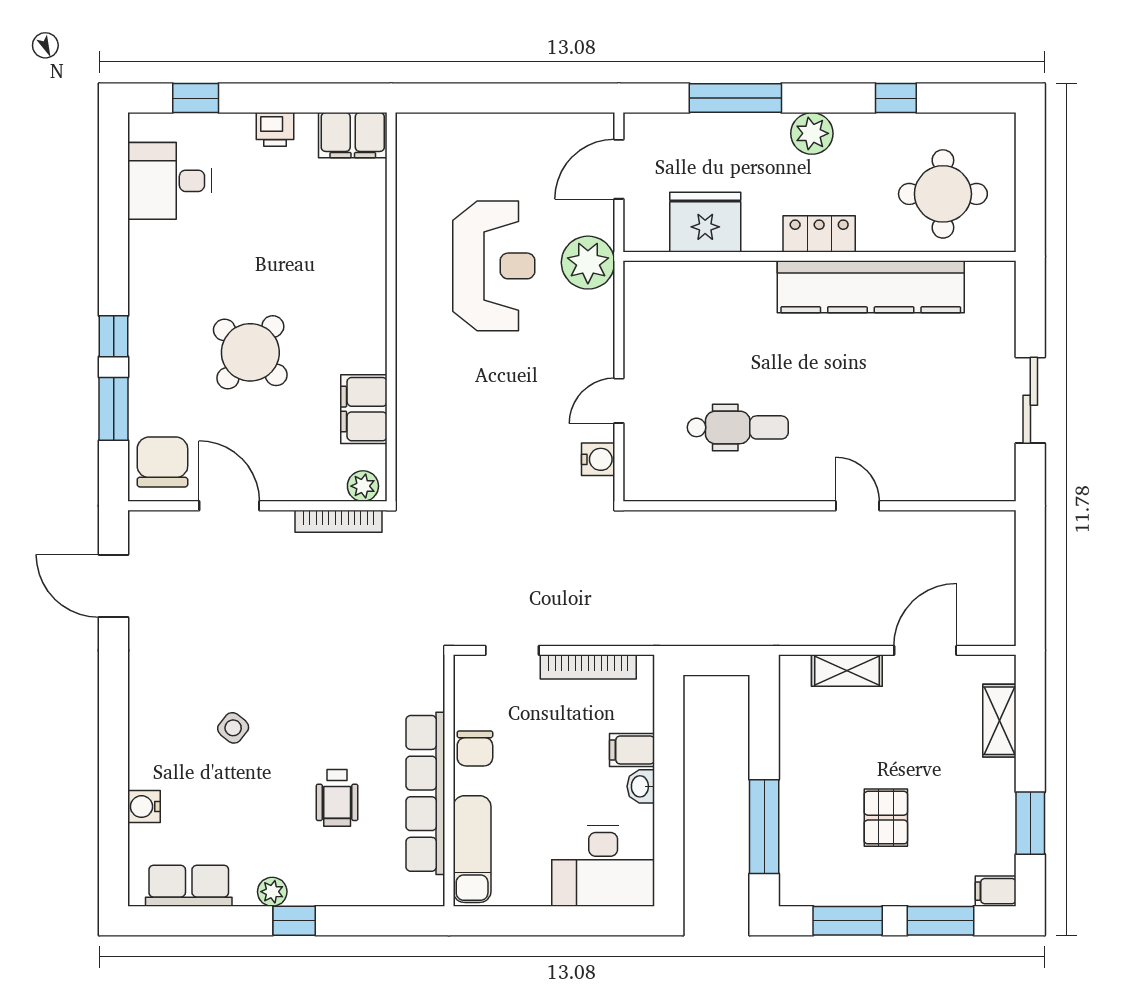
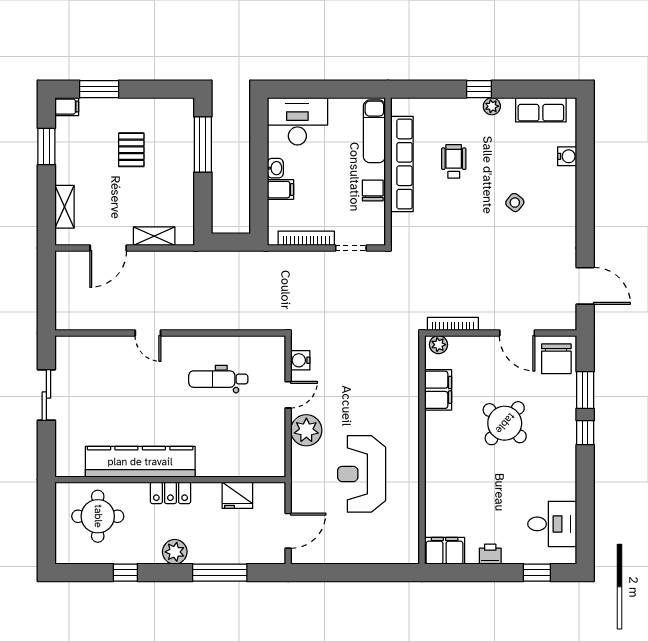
fridge: (705, 222) -> (237, 495), width x0.73, depth x0.75
plant: (588, 263) -> (306, 430), moved
window: (848, 921) -> (154, 89), removed

